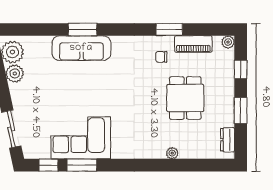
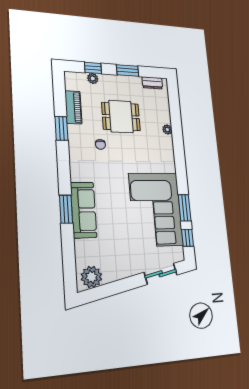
plant: (228, 42) -> (93, 78), moved
chair: (161, 57) -> (100, 144), moved
plant: (15, 73) -> (111, 273), removed
corner sofa: (81, 138) -> (156, 209), width x1.36, depth x1.36

